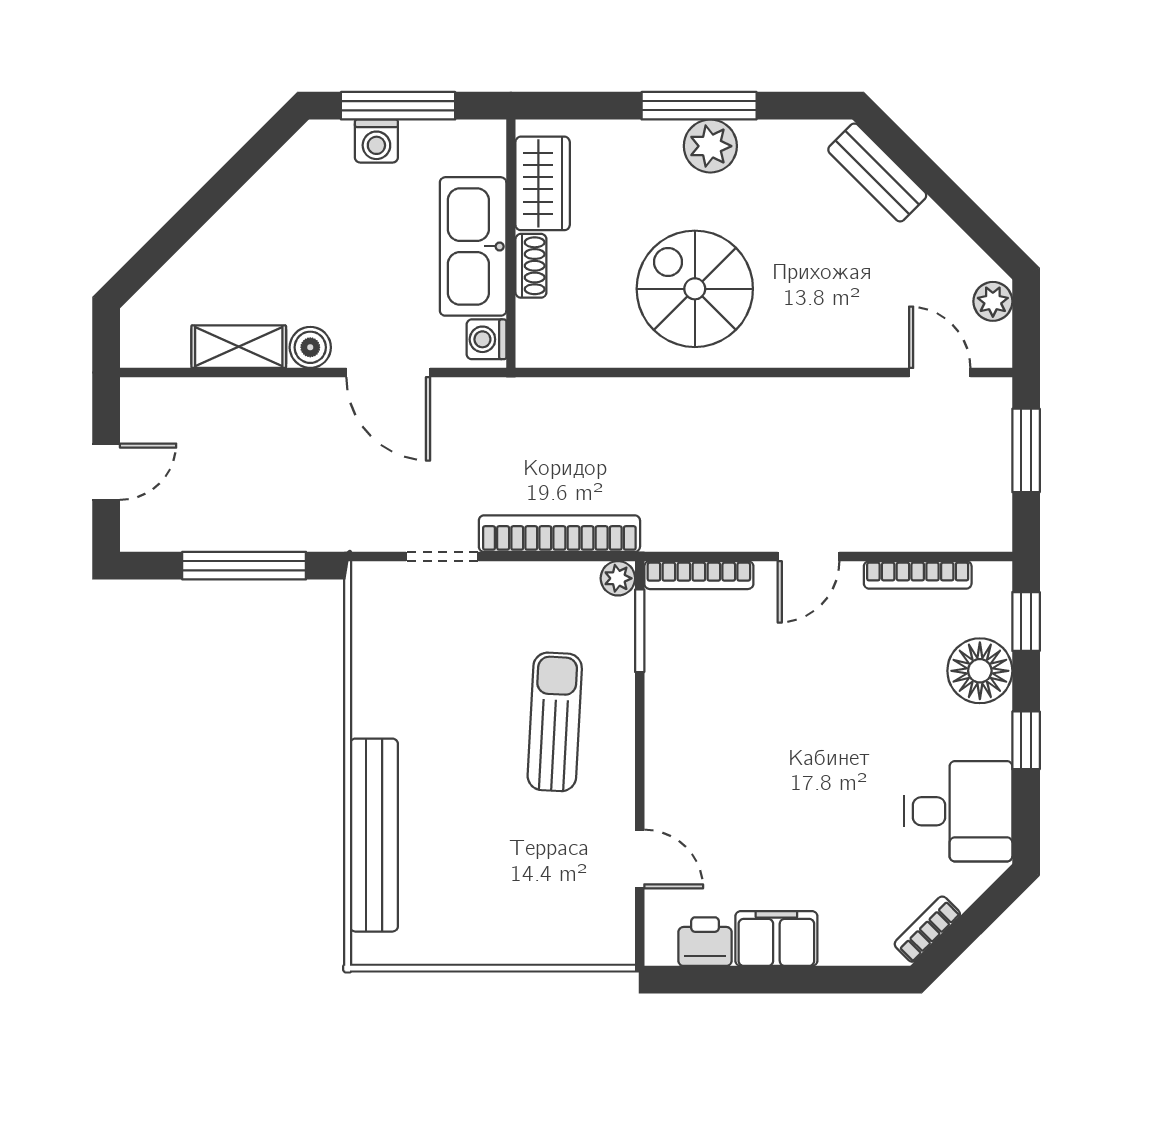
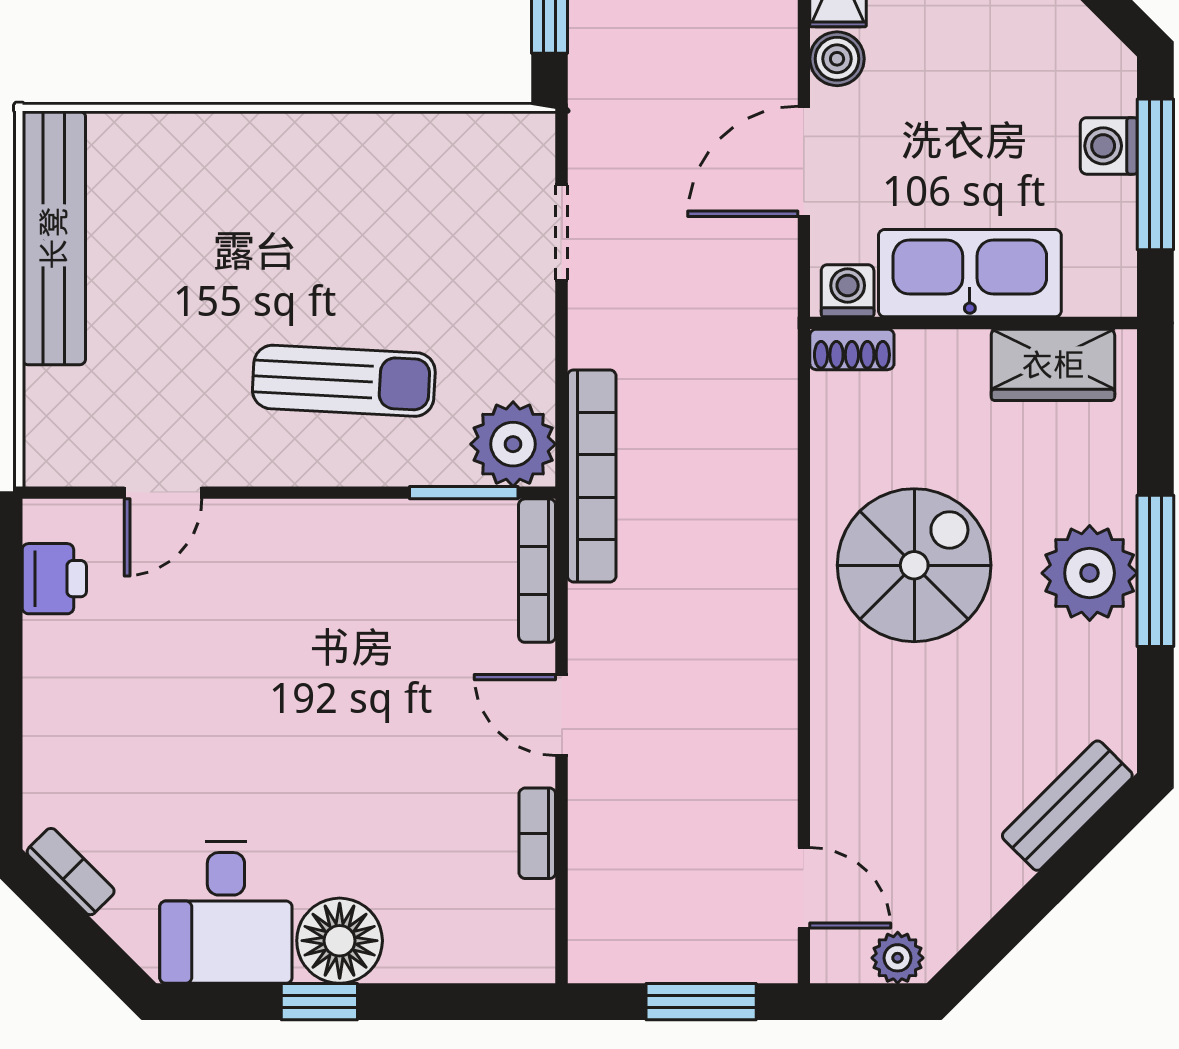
plant: (710, 146) -> (1090, 573), width x1.36, depth x1.36
shoe rack: (531, 266) -> (852, 349), moved
door: (940, 372) -> (804, 888), hinge flipped
bookcase: (559, 534) -> (592, 476), moved
bookcase: (918, 575) -> (537, 833), width x0.64
plant: (618, 578) -> (513, 444), width x1.88, depth x1.88
window: (1026, 621) -> (476, 1002), removed
floor lamp: (980, 671) -> (340, 941), moved
bench: (374, 835) -> (54, 238), moved, turned 90
filing cabinet: (776, 939) -> (58, 673), removed

